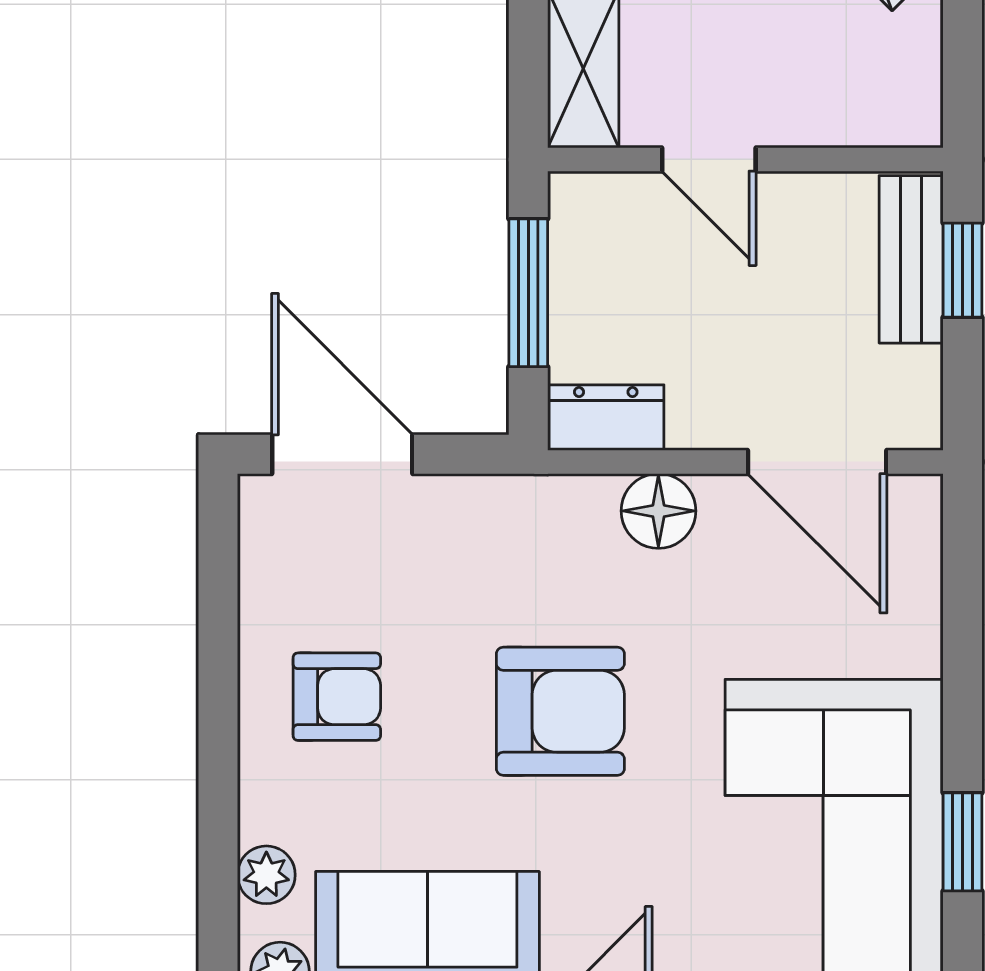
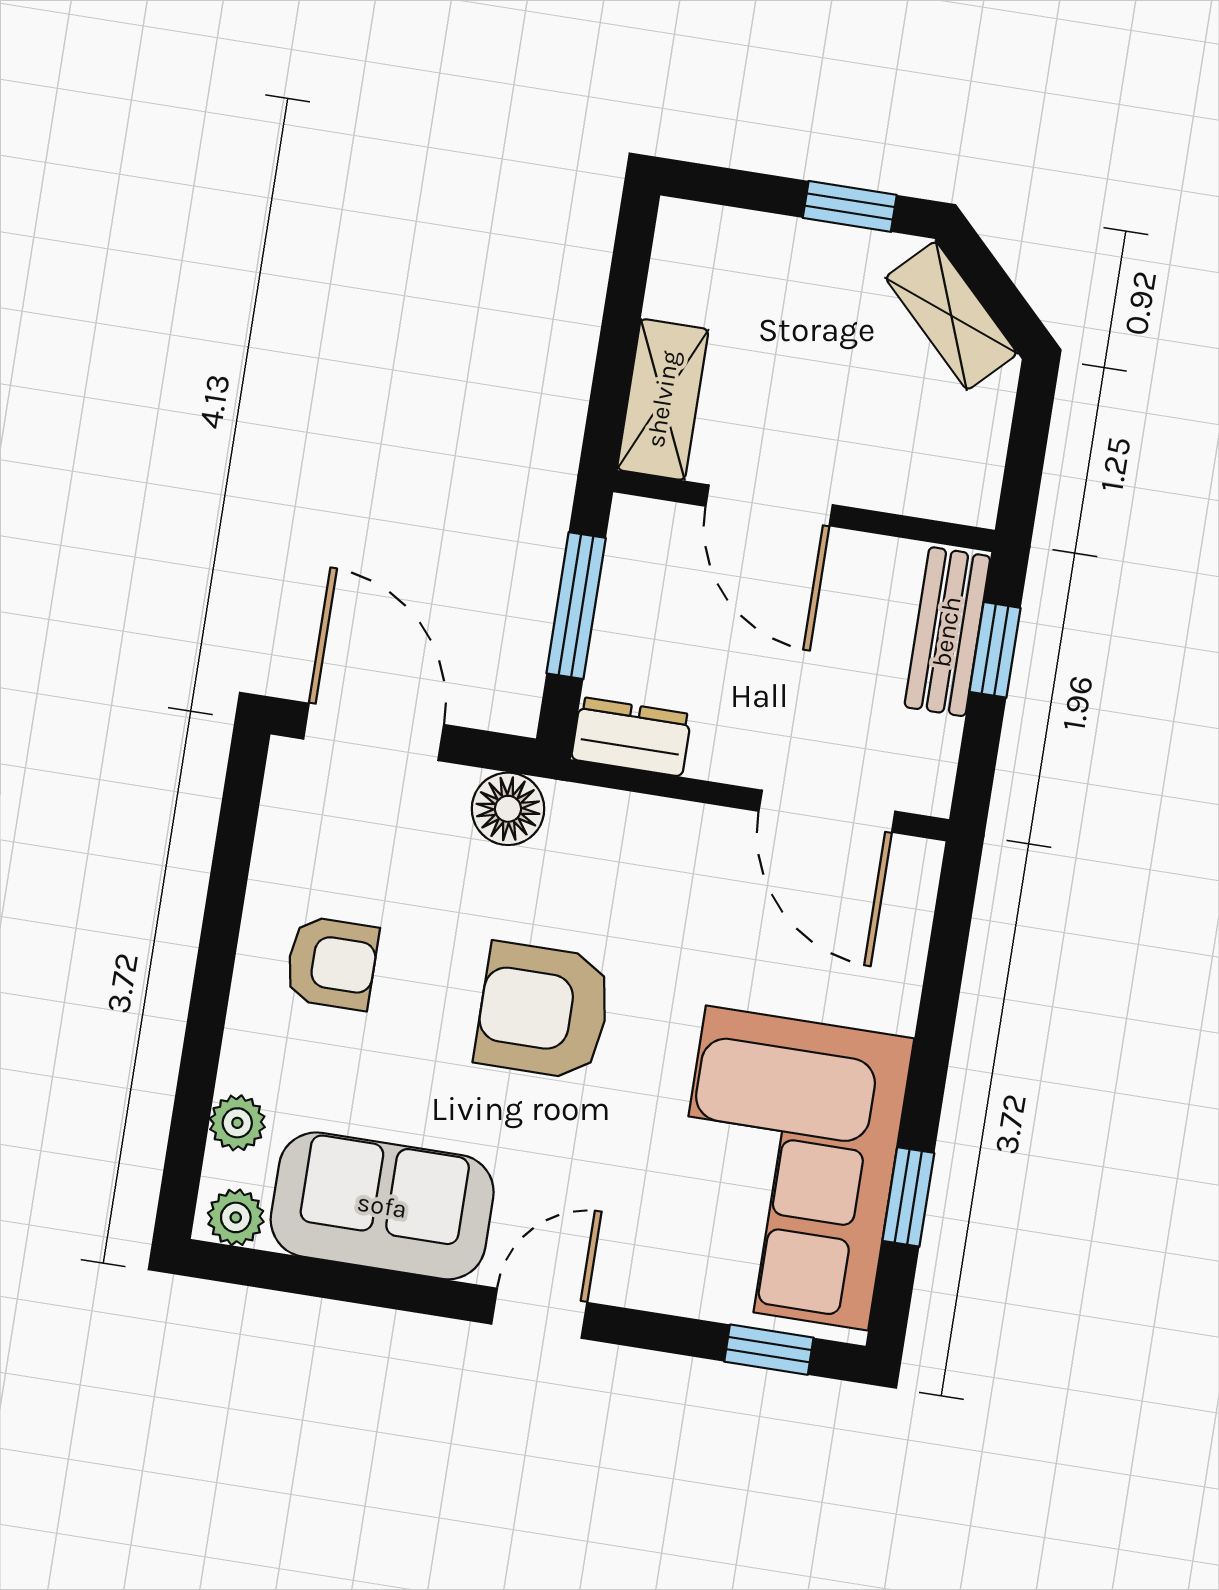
door: (709, 159) -> (769, 505), width x1.37
floor lamp: (658, 511) -> (508, 809), moved
armchair: (560, 711) -> (543, 1011), turned 180

